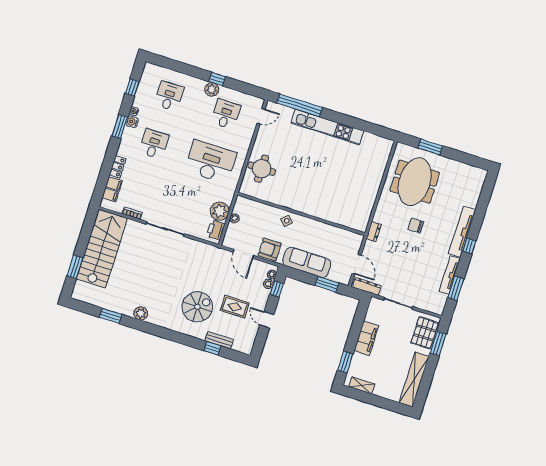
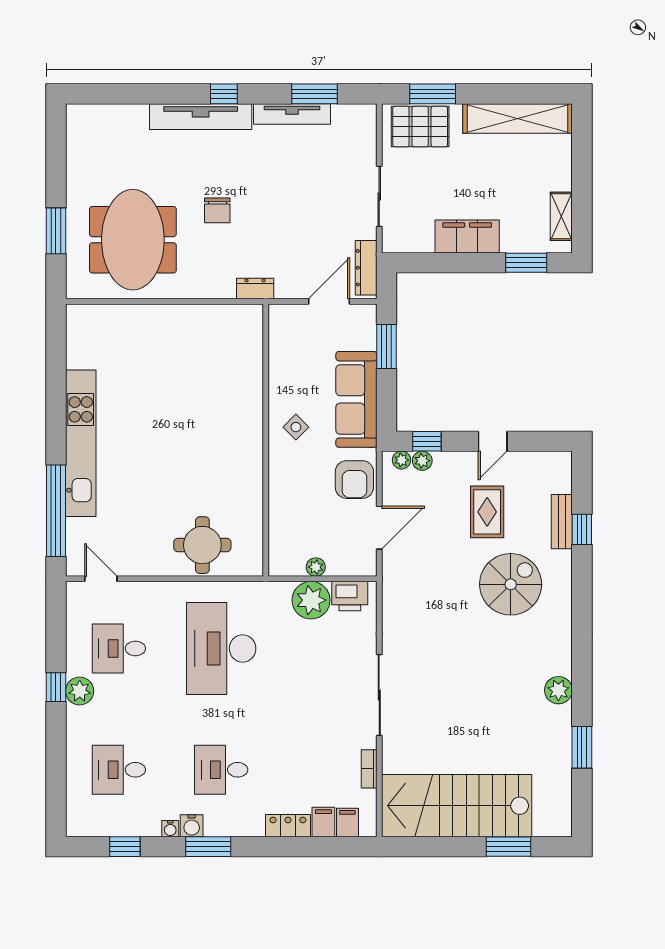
meeting table: (415, 182) -> (133, 240), turned 90
side table: (287, 221) -> (296, 427), moved
spiral stairs: (197, 307) -> (511, 584), turned 90

